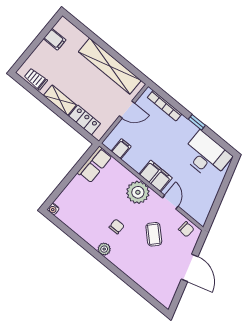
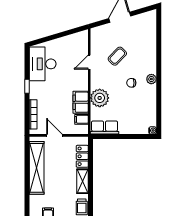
filing cabinet: (156, 176) -> (81, 102), moved
plant: (138, 192) -> (100, 98), moved
chair: (186, 229) -> (98, 39), removed

